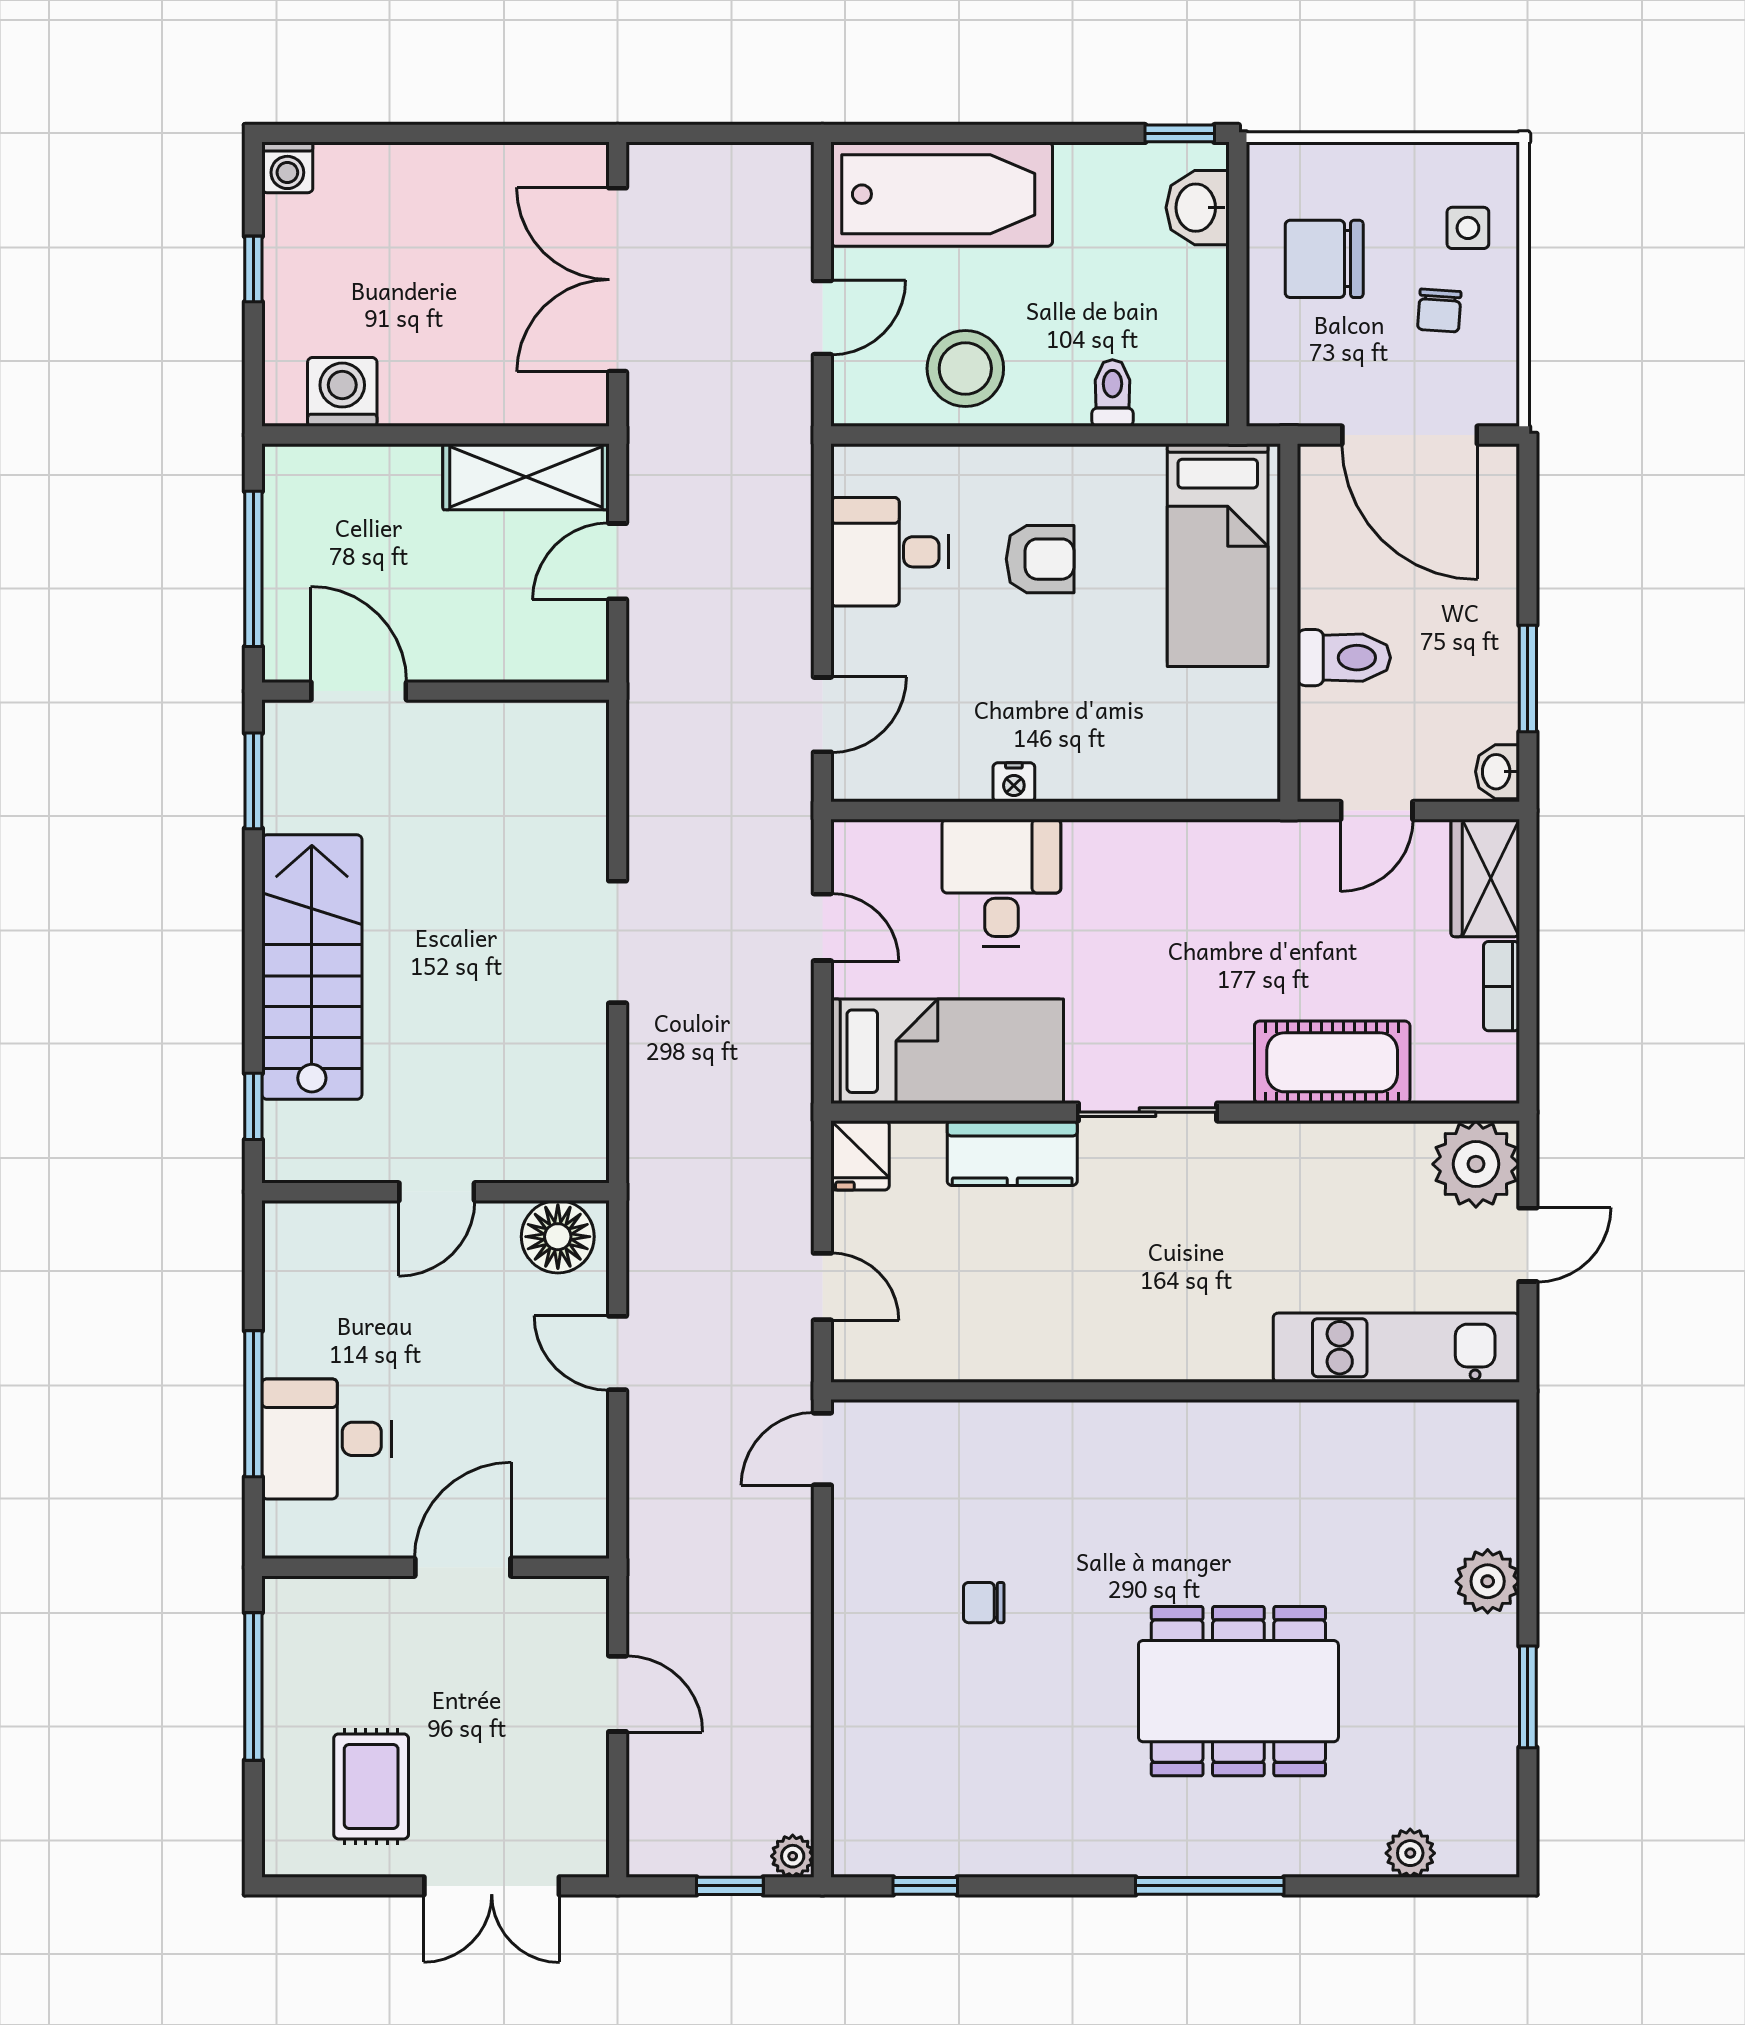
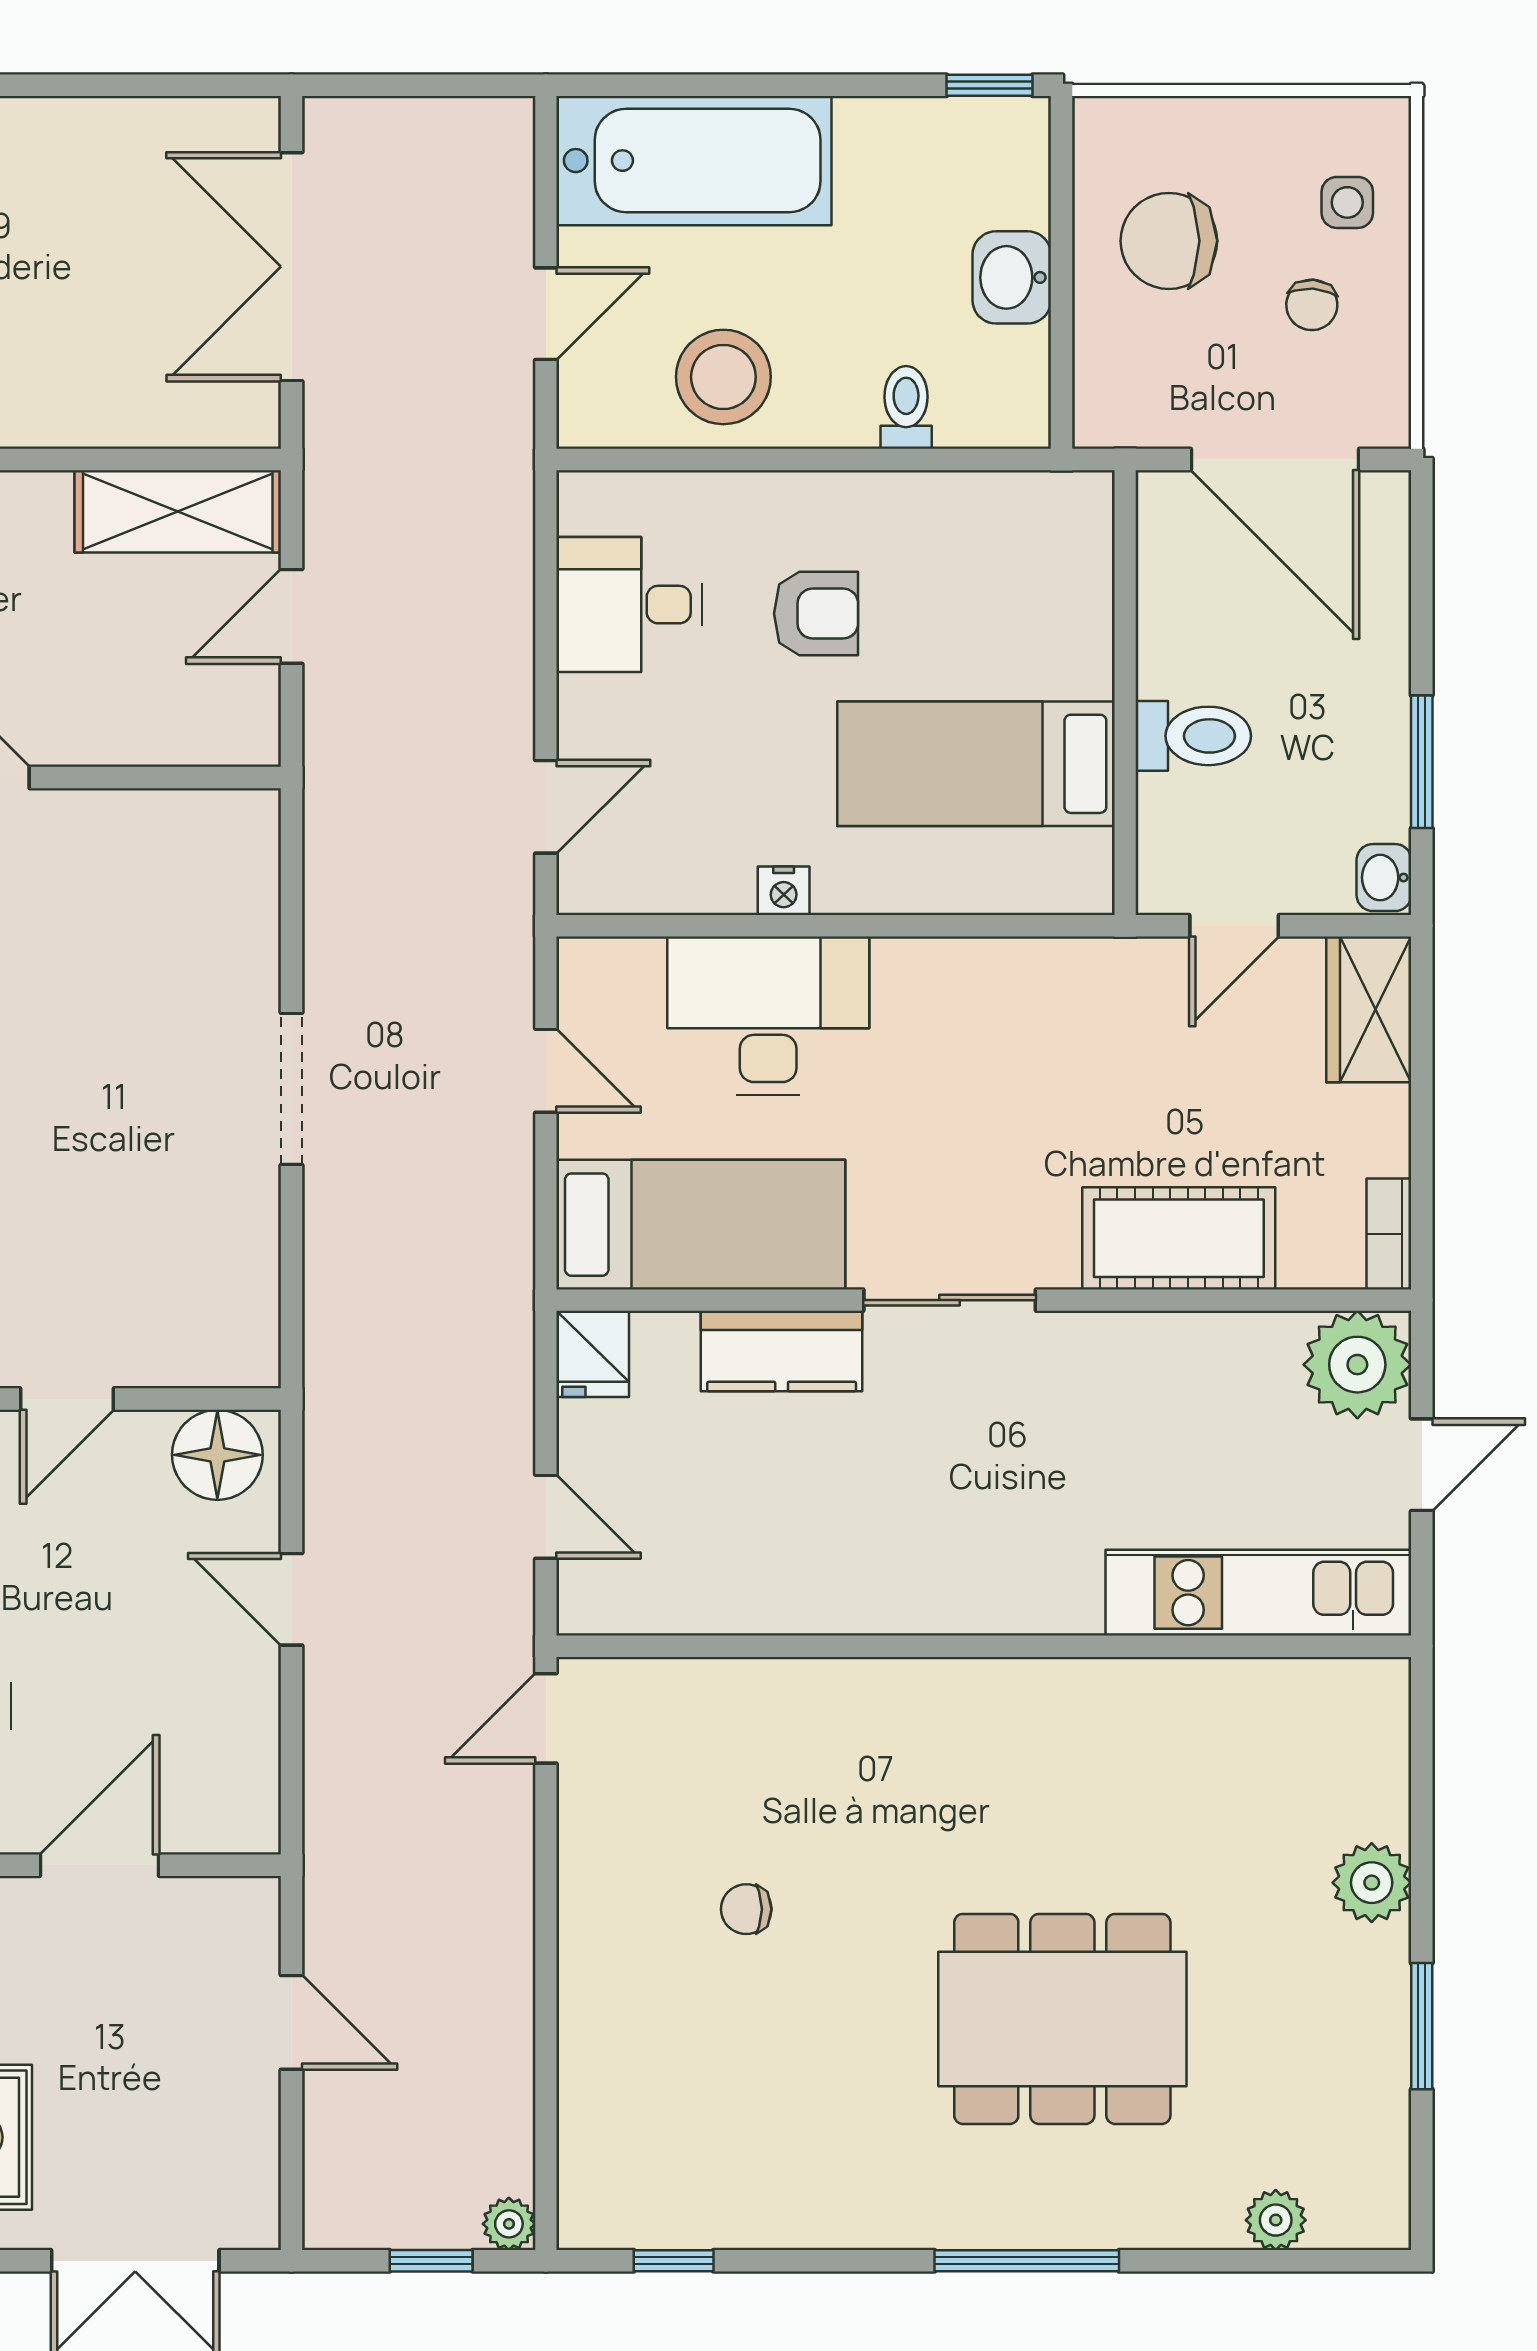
washbasin: (1198, 208) -> (1012, 277), moved
bed: (1218, 555) -> (976, 764), moved, turned 90
desk: (1001, 883) -> (768, 1016), width x1.37
bookcase: (1501, 986) -> (1389, 1234), moved

